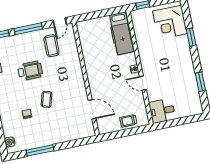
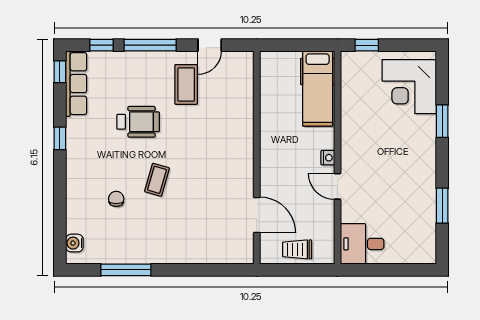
wall: (86, 79) -> (257, 157), moved
door: (92, 109) -> (257, 215), moved

